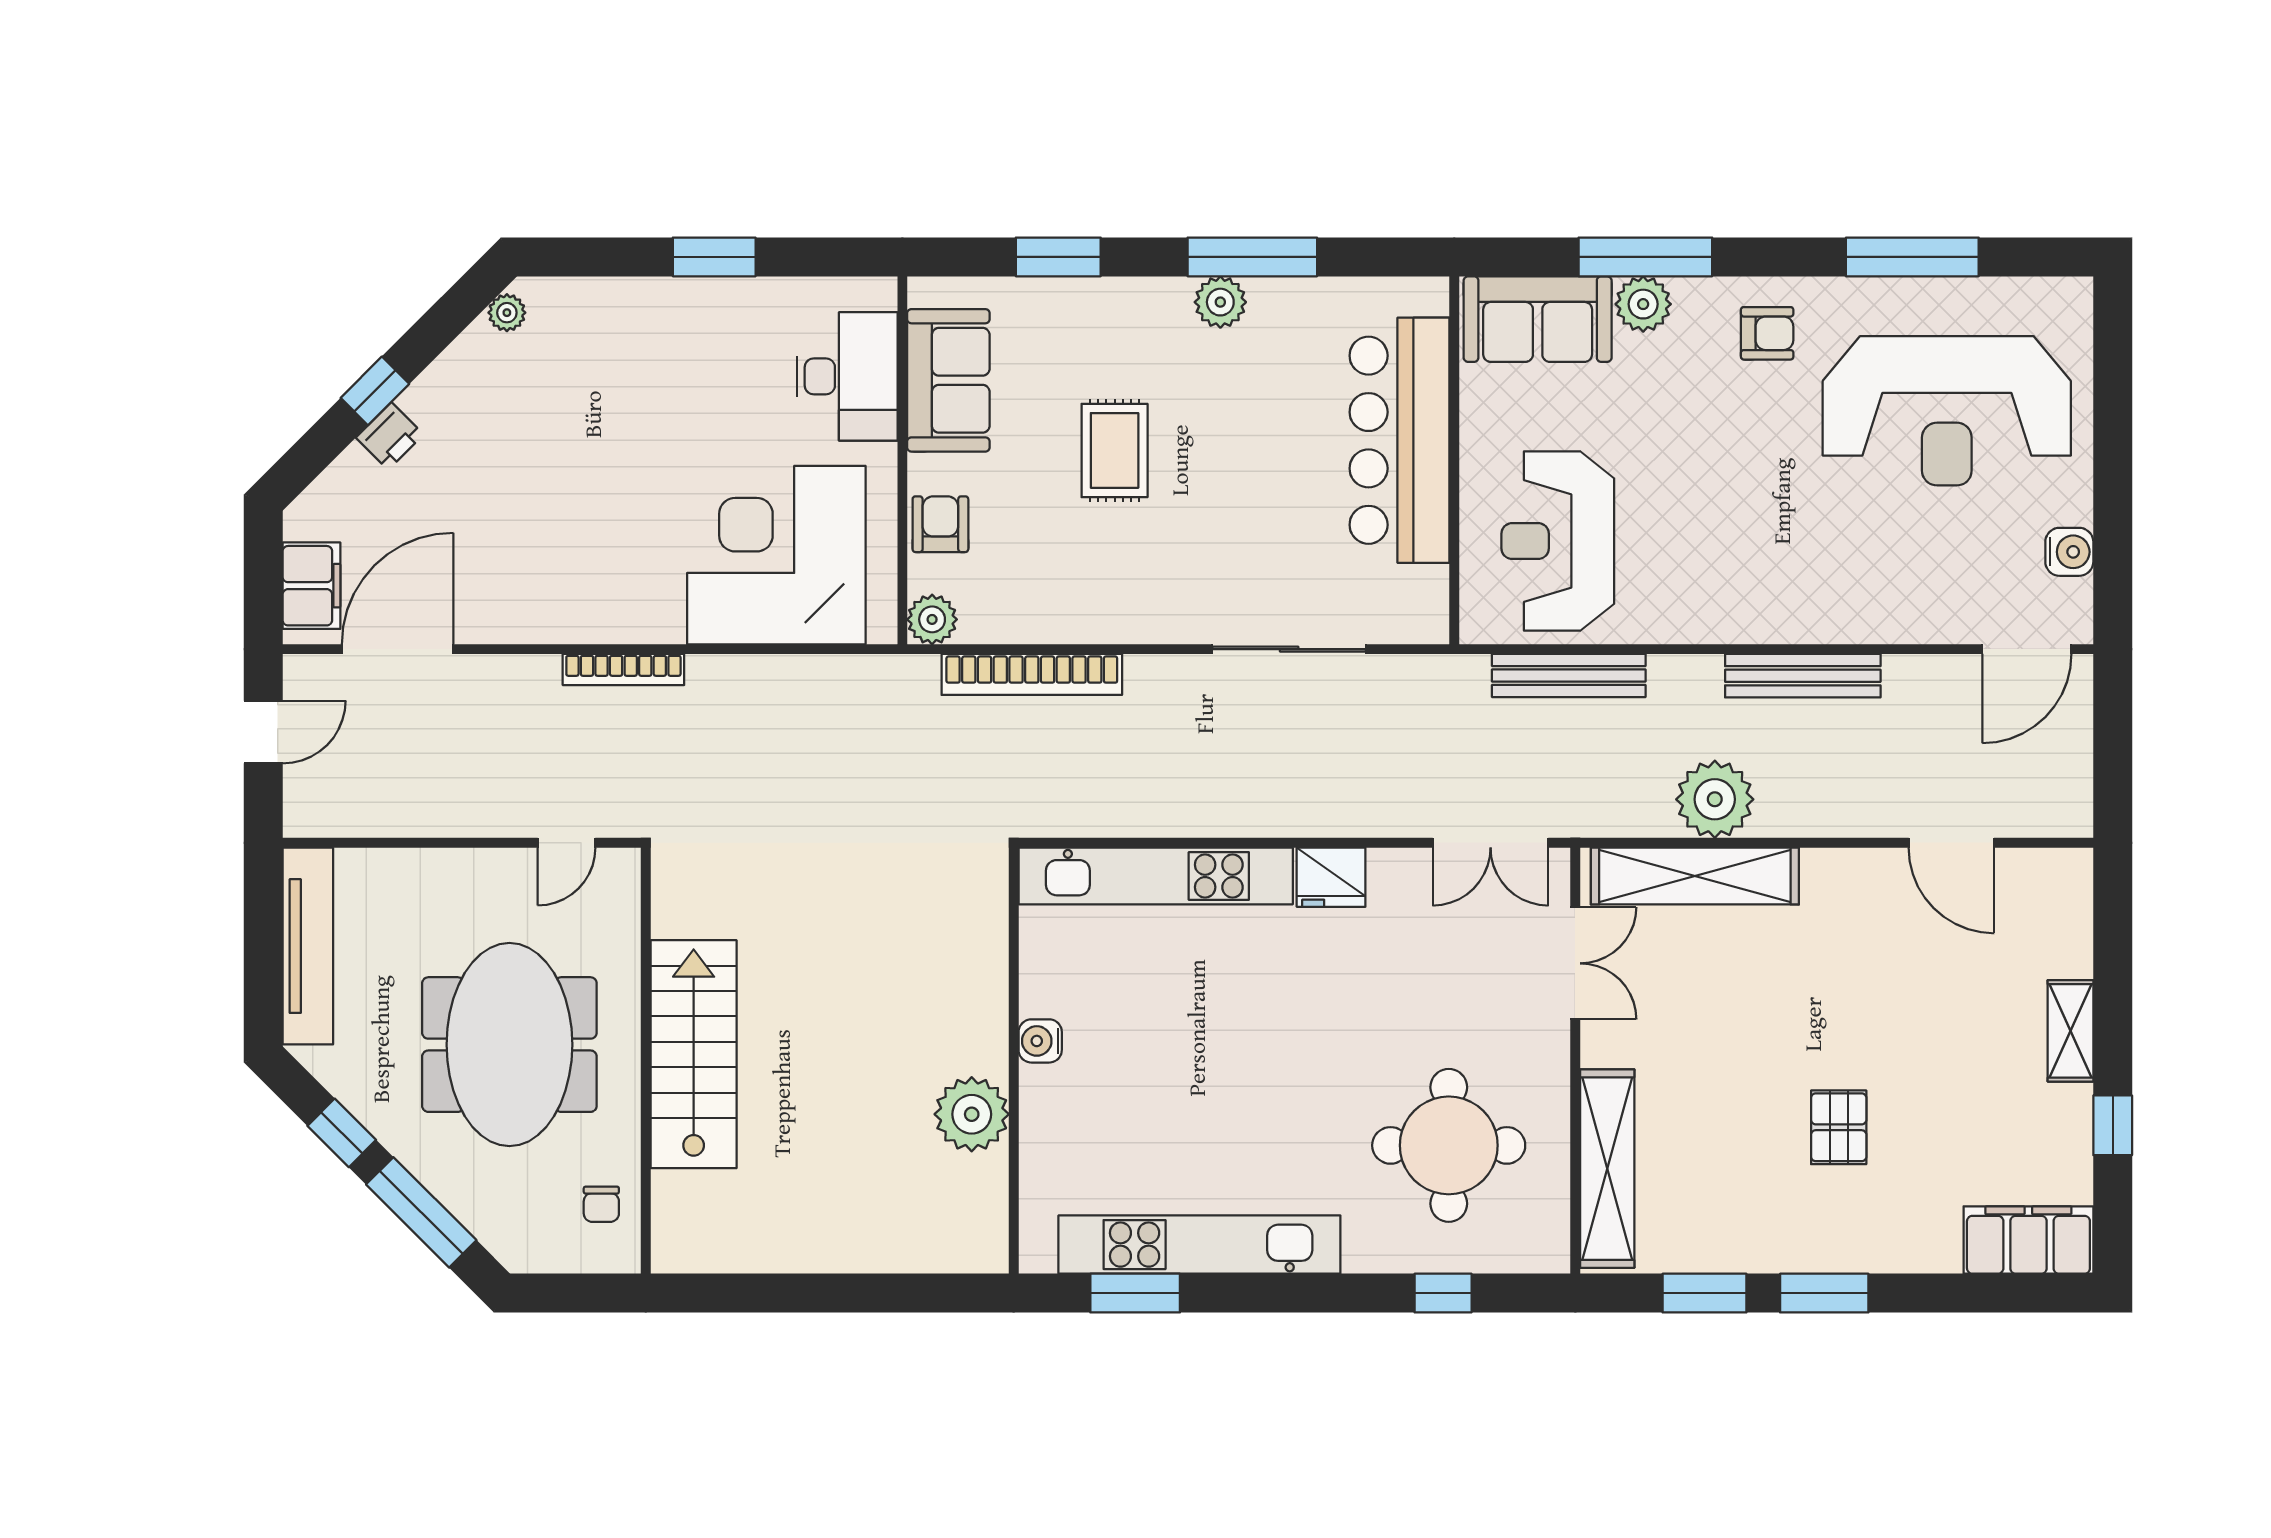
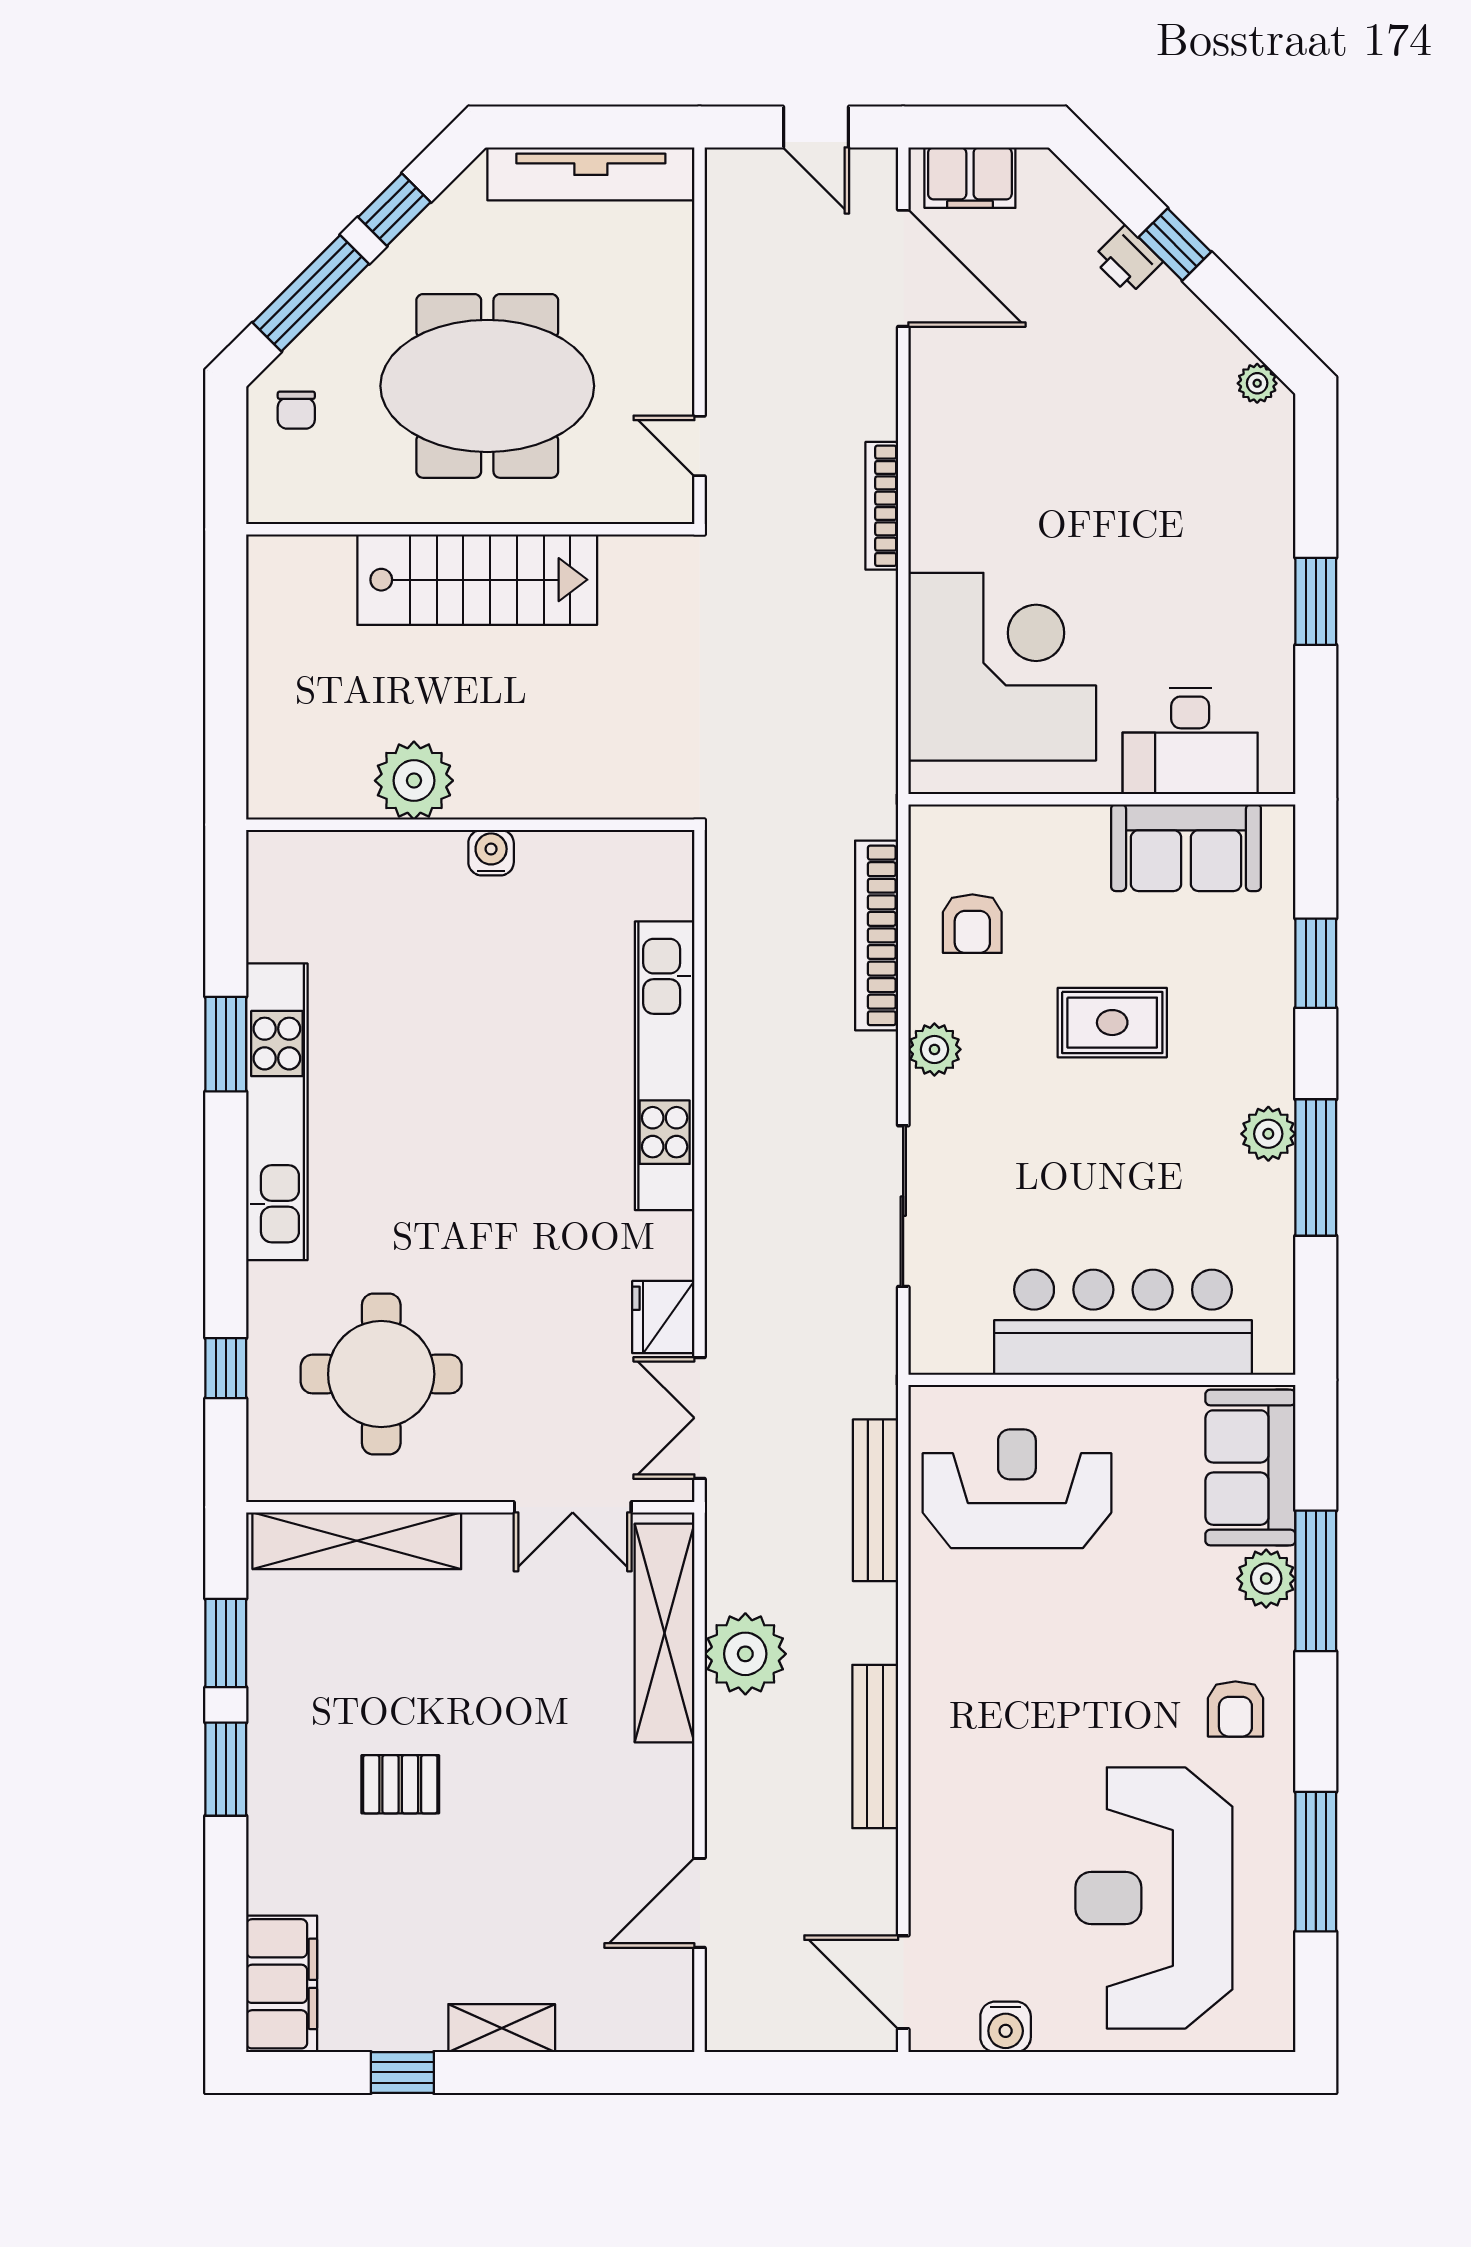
armchair: (940, 524) -> (972, 924), moved, turned 90
plant: (932, 619) -> (934, 1049), moved
fridge: (1331, 877) -> (663, 1317), moved
water cooler: (1040, 1041) -> (491, 853), moved
wall: (1014, 1061) -> (470, 825), moved
plant: (972, 1114) -> (414, 781), moved
chair: (601, 1204) -> (296, 410), moved, turned -90

